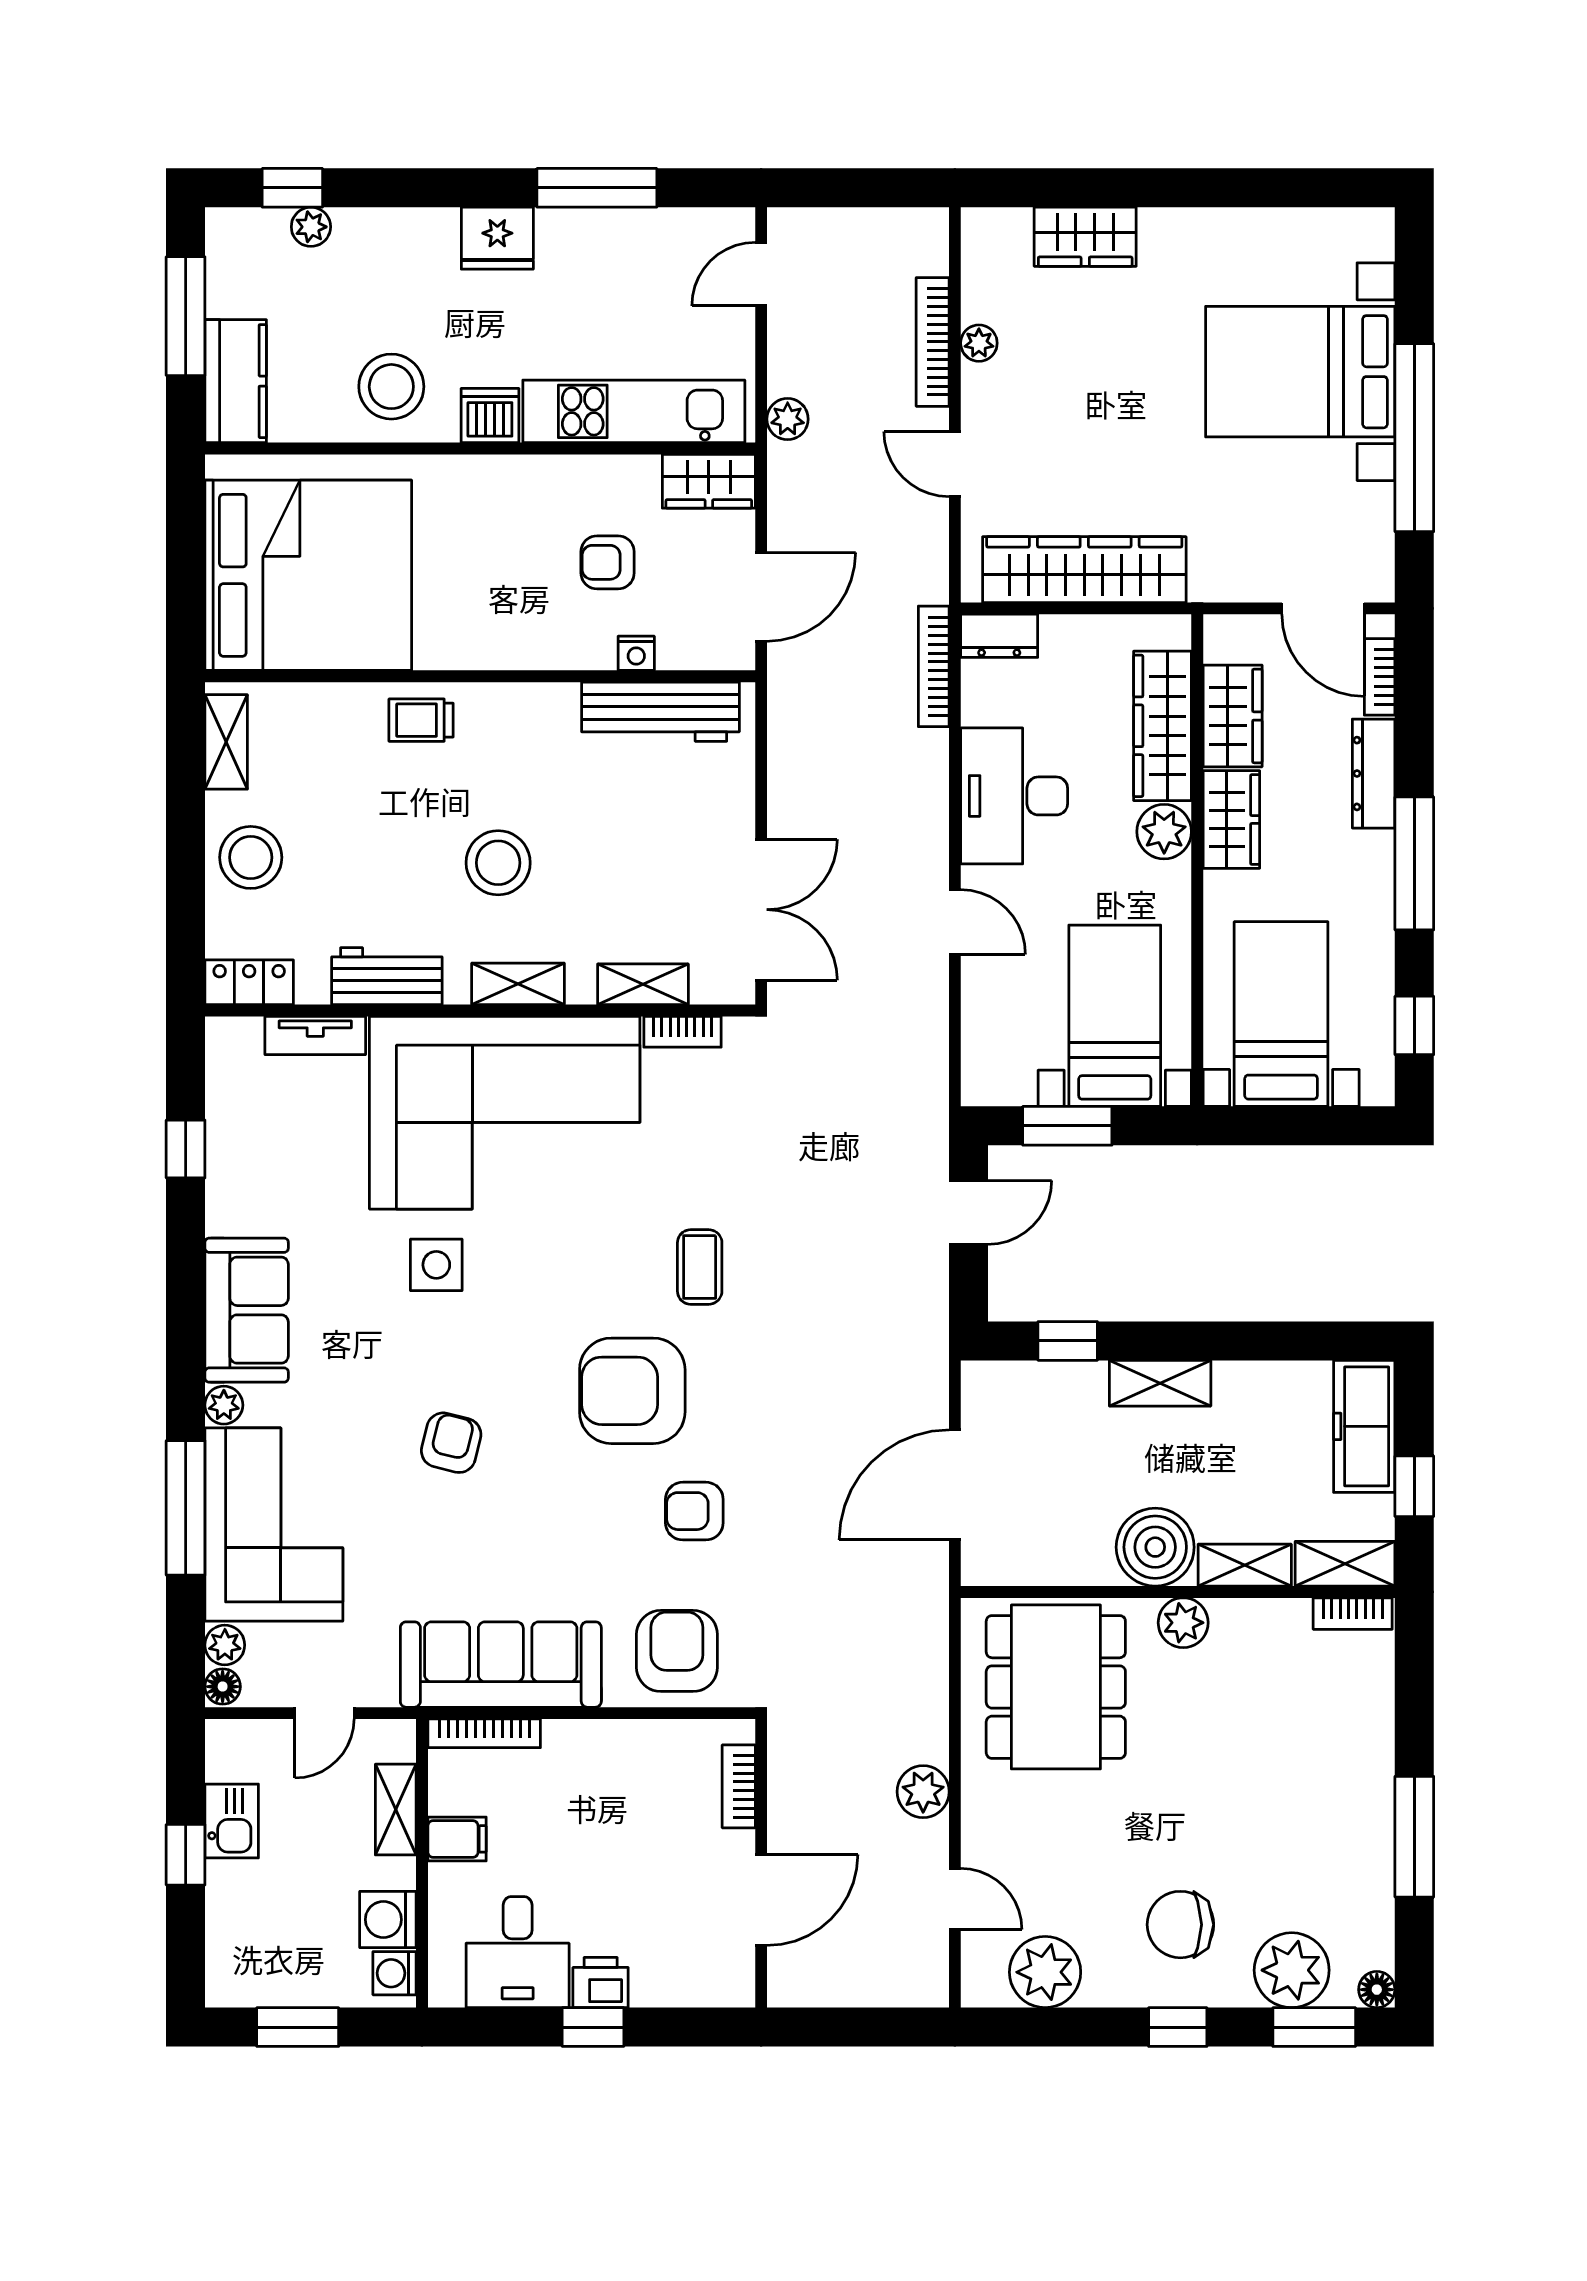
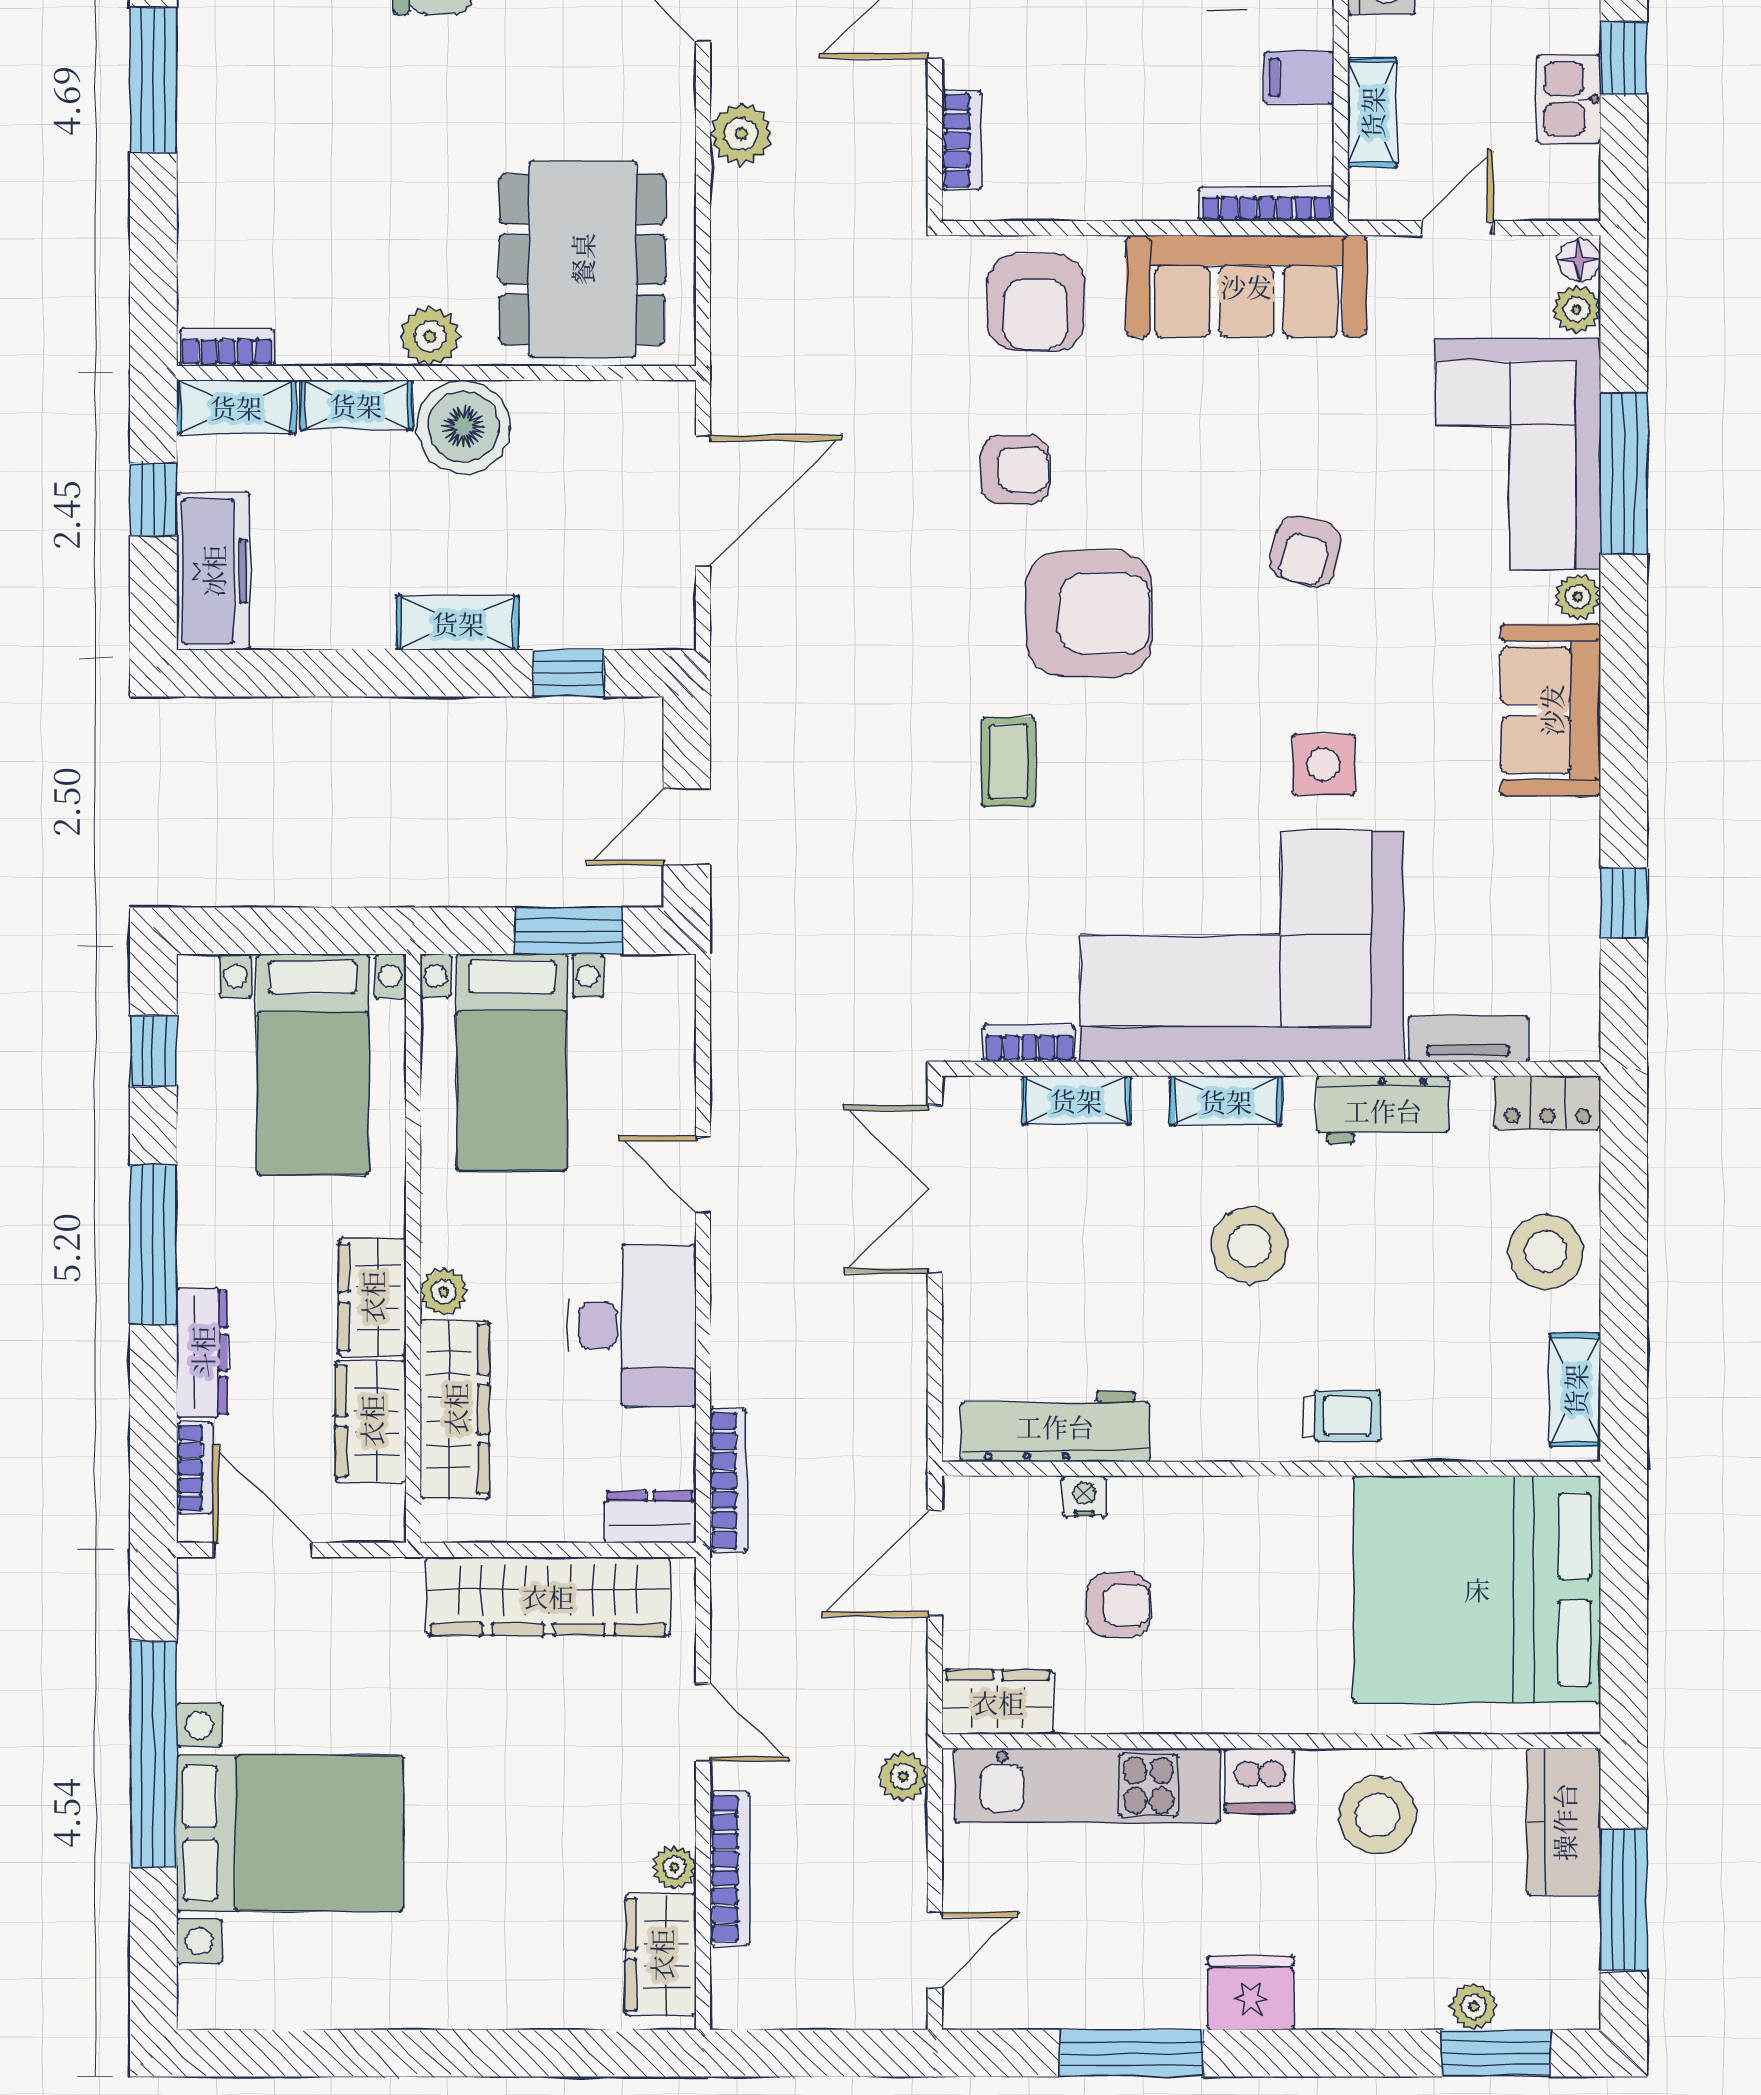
window: (292, 188) -> (1496, 2053), width x1.50
wardrobe: (1085, 237) -> (661, 1955), moved, turned -90
plant: (1164, 832) -> (444, 1292), width x0.73, depth x0.73

